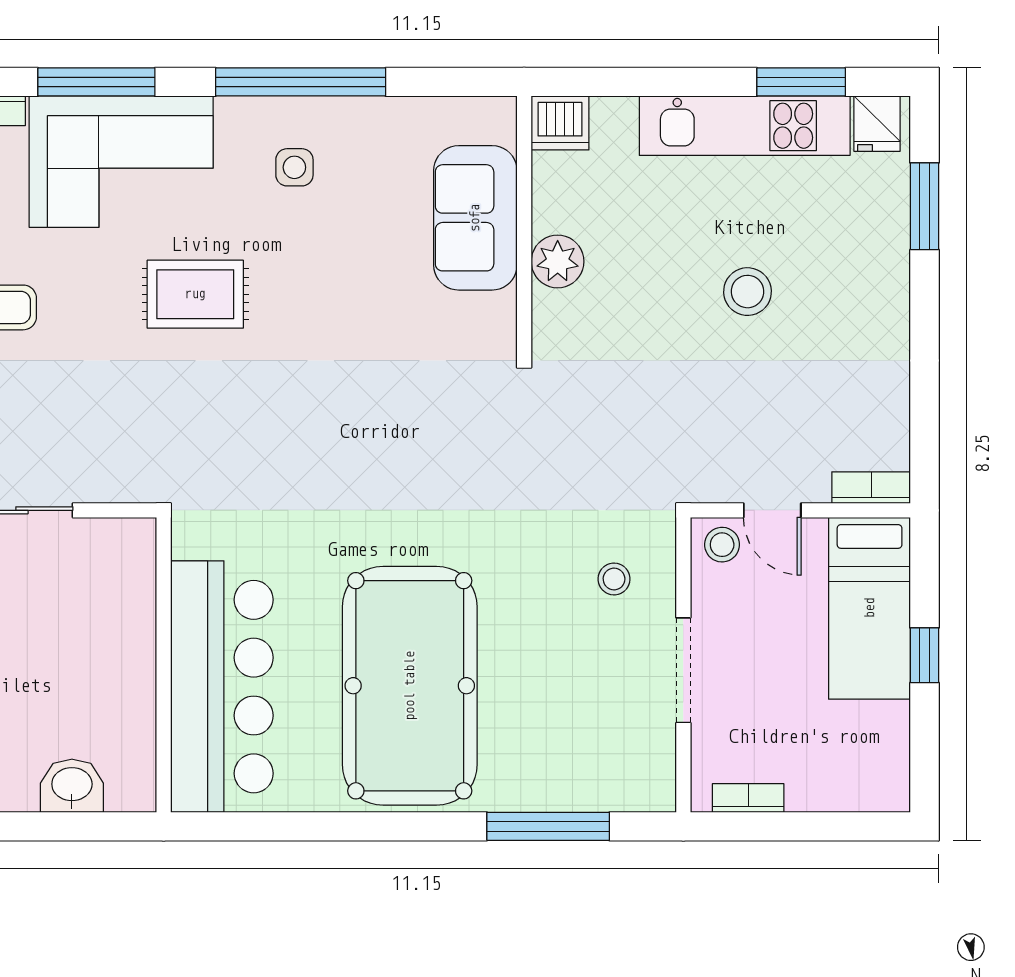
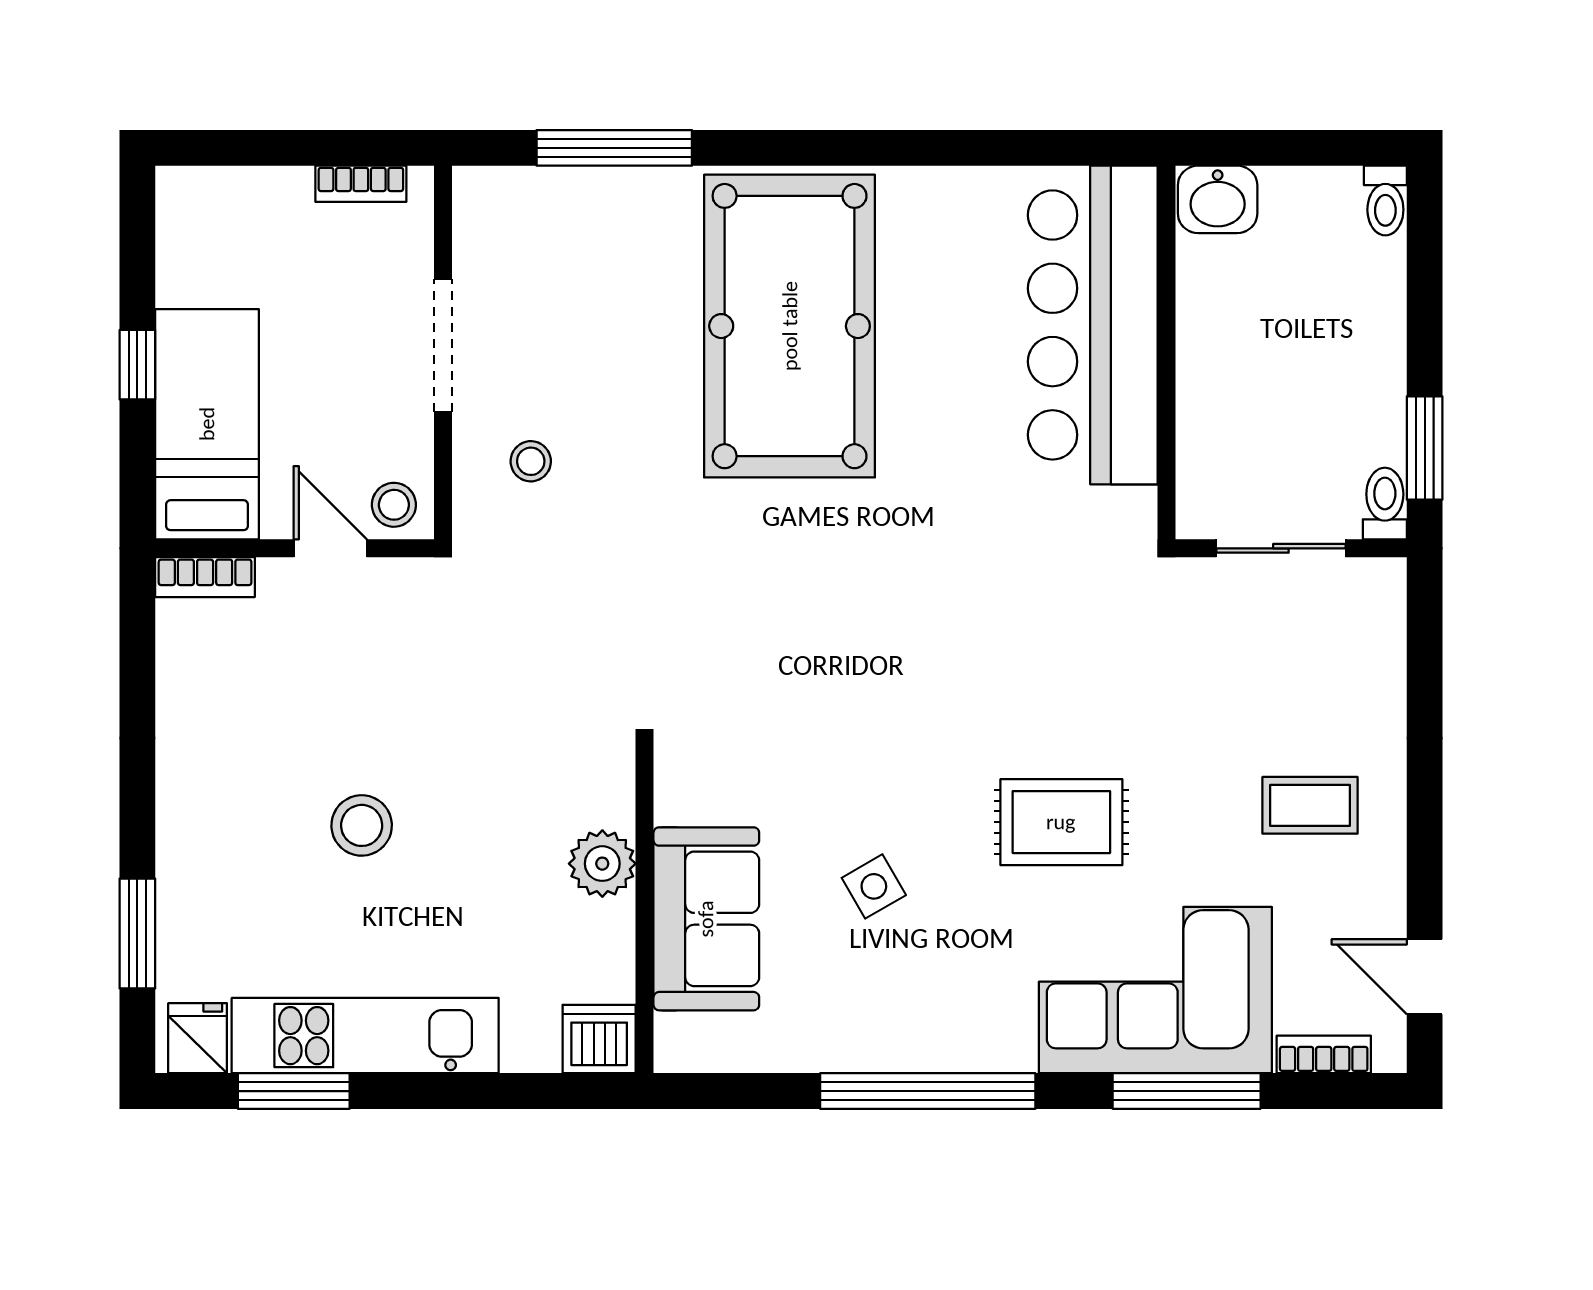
side table: (294, 167) -> (874, 886), moved, turned -30
wall: (164, 665) -> (1167, 353), moved
bar counter: (222, 687) -> (1093, 325), moved

